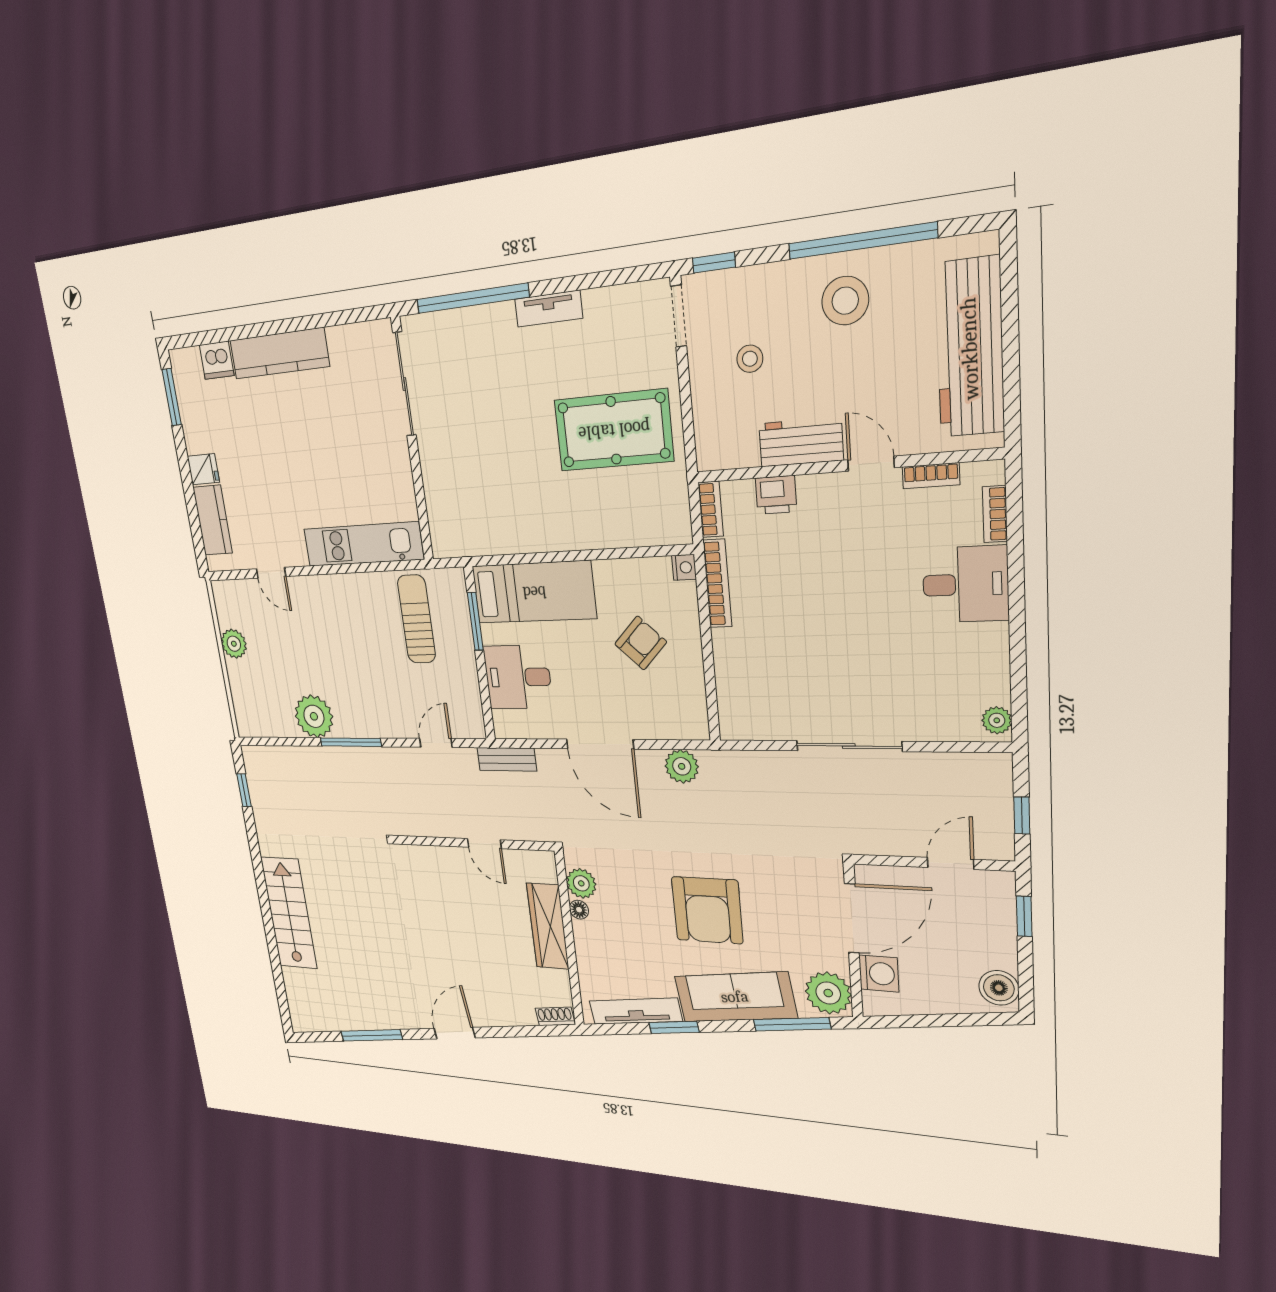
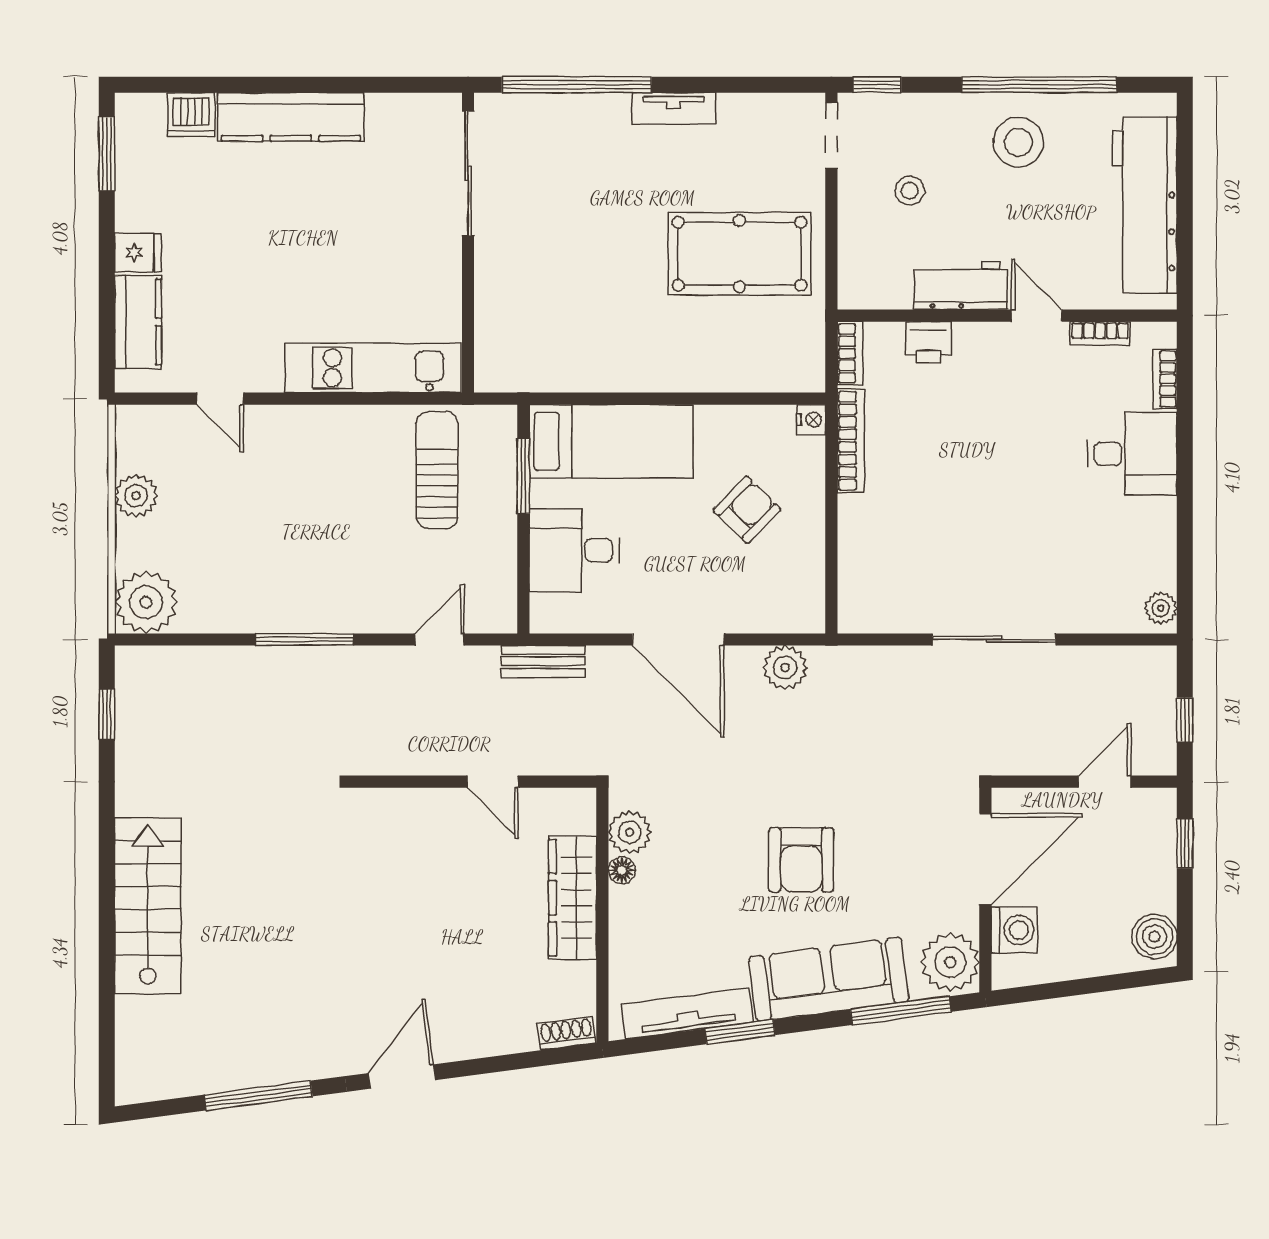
plant: (314, 716) -> (146, 602), moved
armchair: (707, 910) -> (801, 860), width x0.73, depth x0.73

